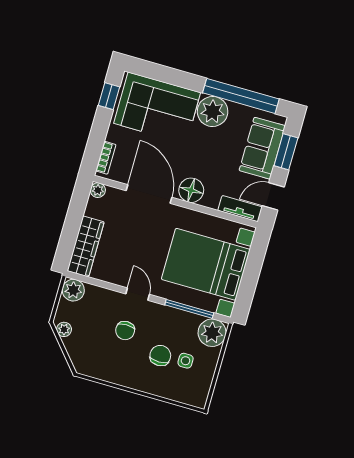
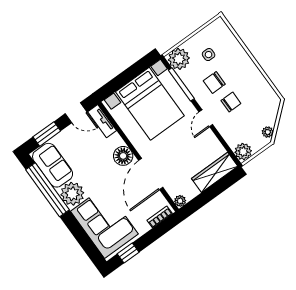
sofa: (262, 148) -> (53, 165), moved, turned -90
chair: (160, 356) -> (214, 82), moved

